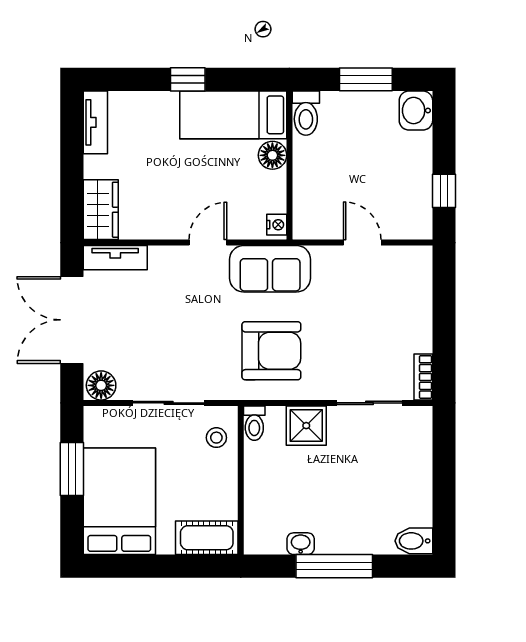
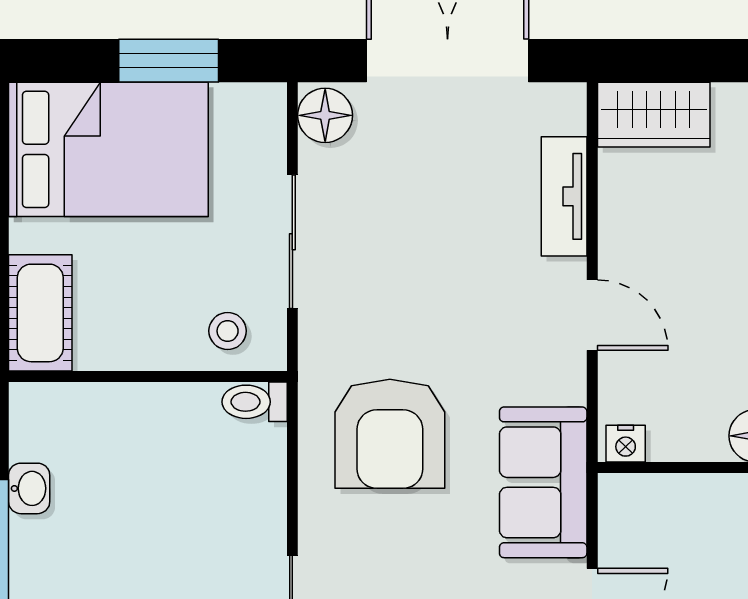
tv unit: (115, 258) -> (564, 196), moved
sofa: (270, 269) -> (543, 482), moved
shower: (306, 426) -> (250, 499), removed

